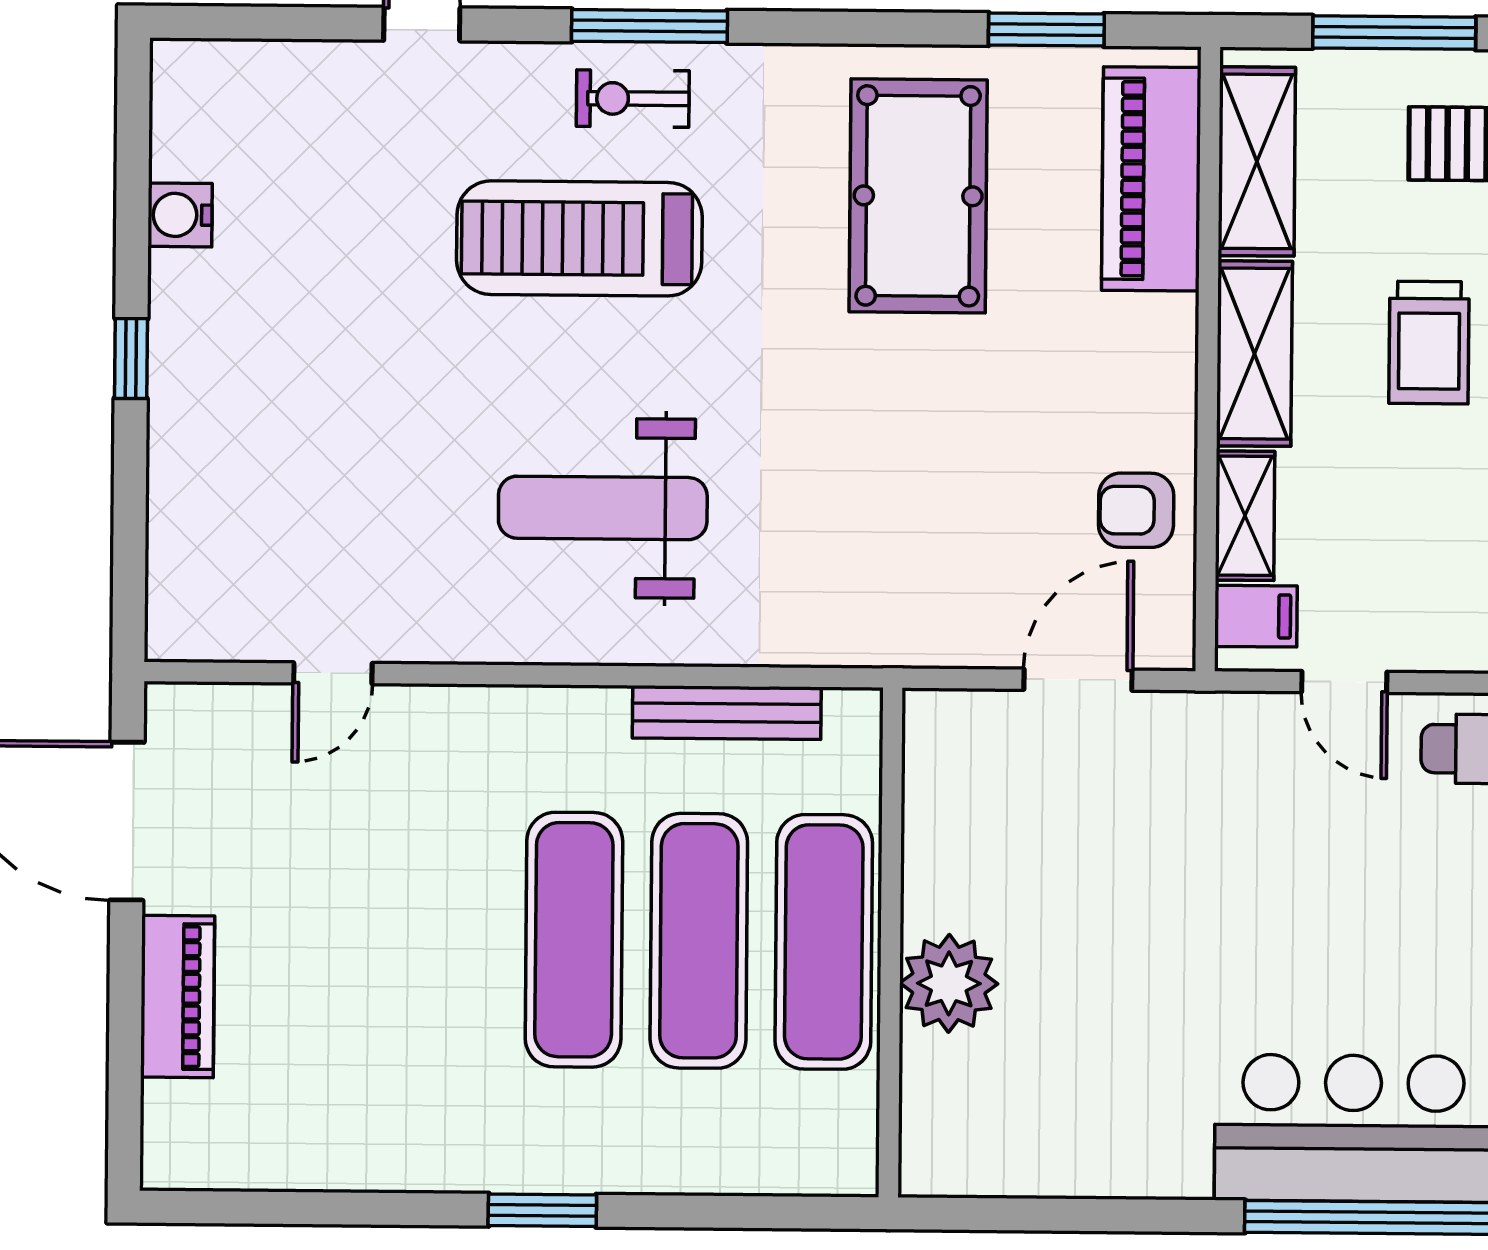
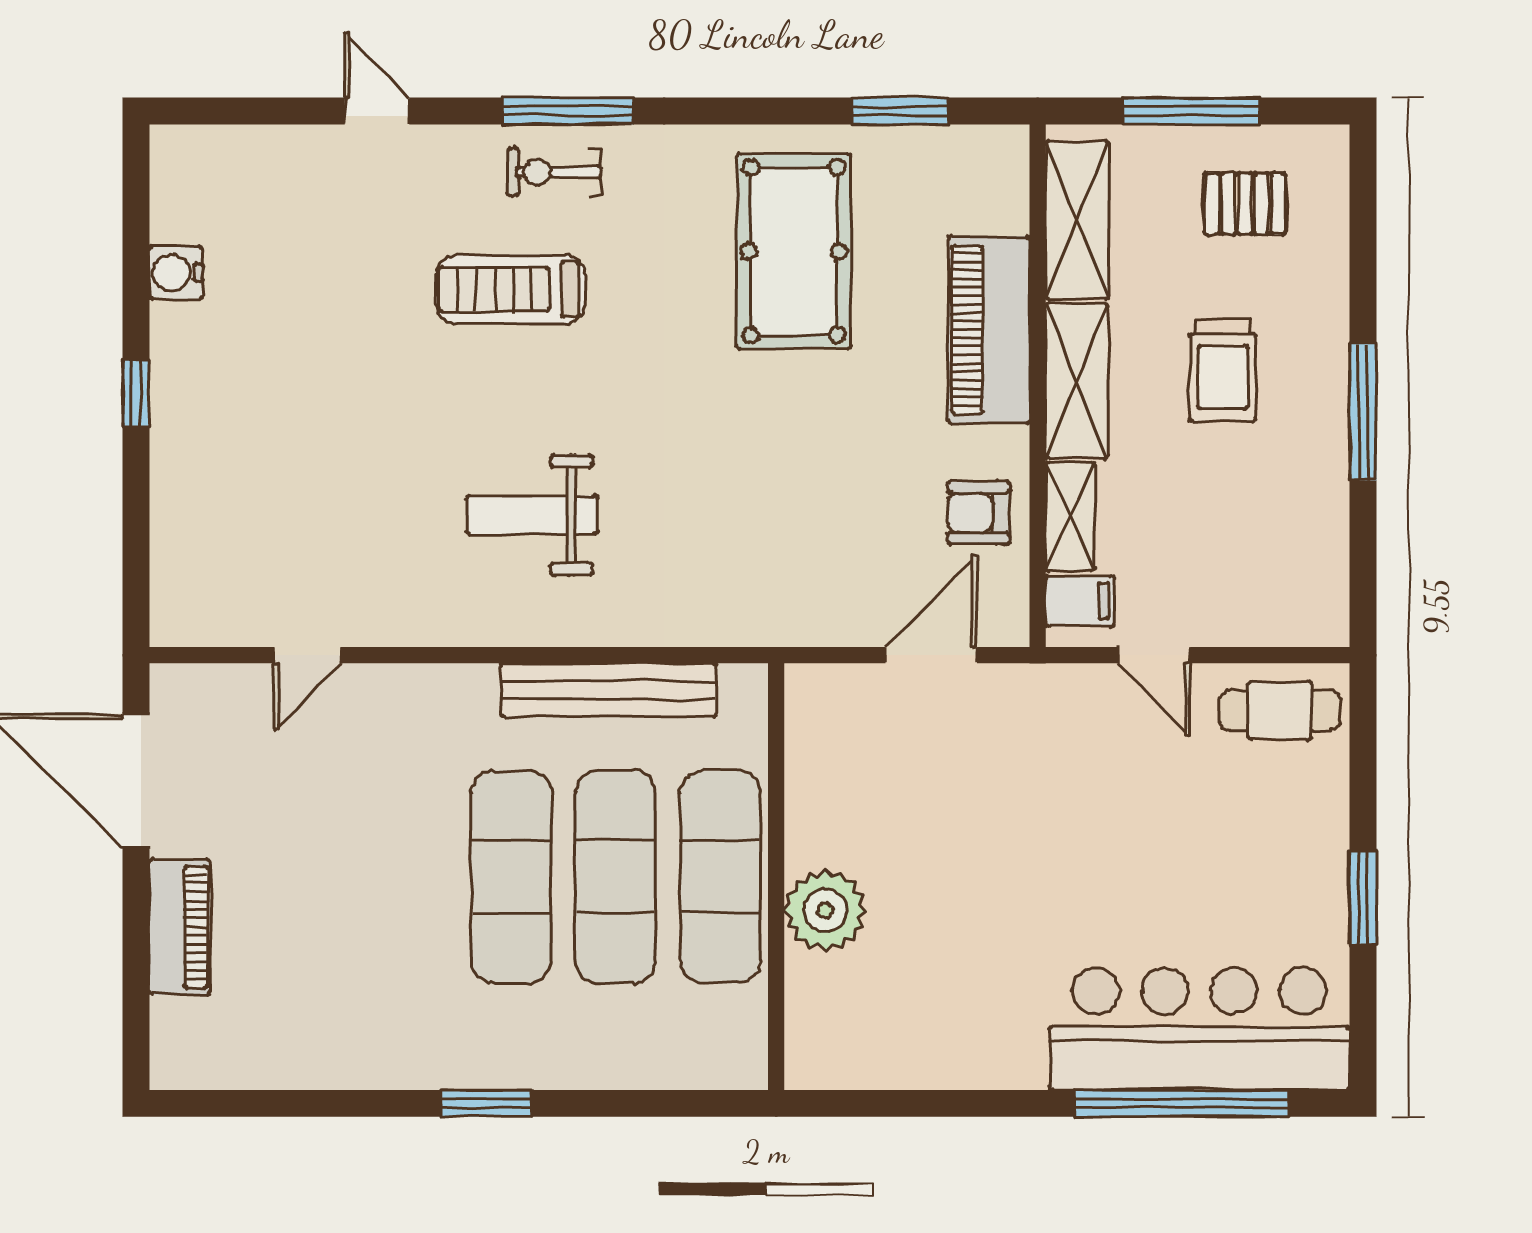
piano: (1151, 179) -> (989, 330), moved
treadmill: (579, 238) -> (511, 289), width x0.73, depth x0.73
weight bench: (603, 508) -> (532, 515), width x0.73, depth x0.75
bench: (727, 713) -> (608, 690), width x1.37, depth x1.21

